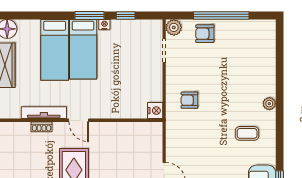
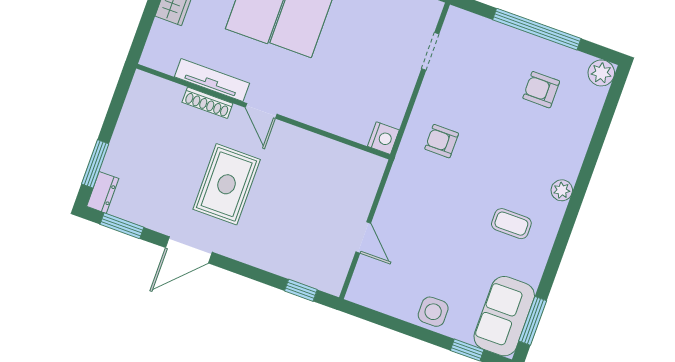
plant: (174, 27) -> (601, 73), moved
armchair: (205, 34) -> (541, 90), moved
shoe rack: (41, 127) -> (207, 103), width x1.43

